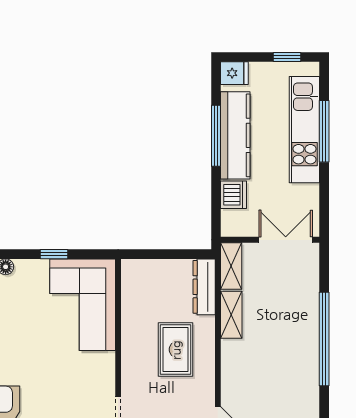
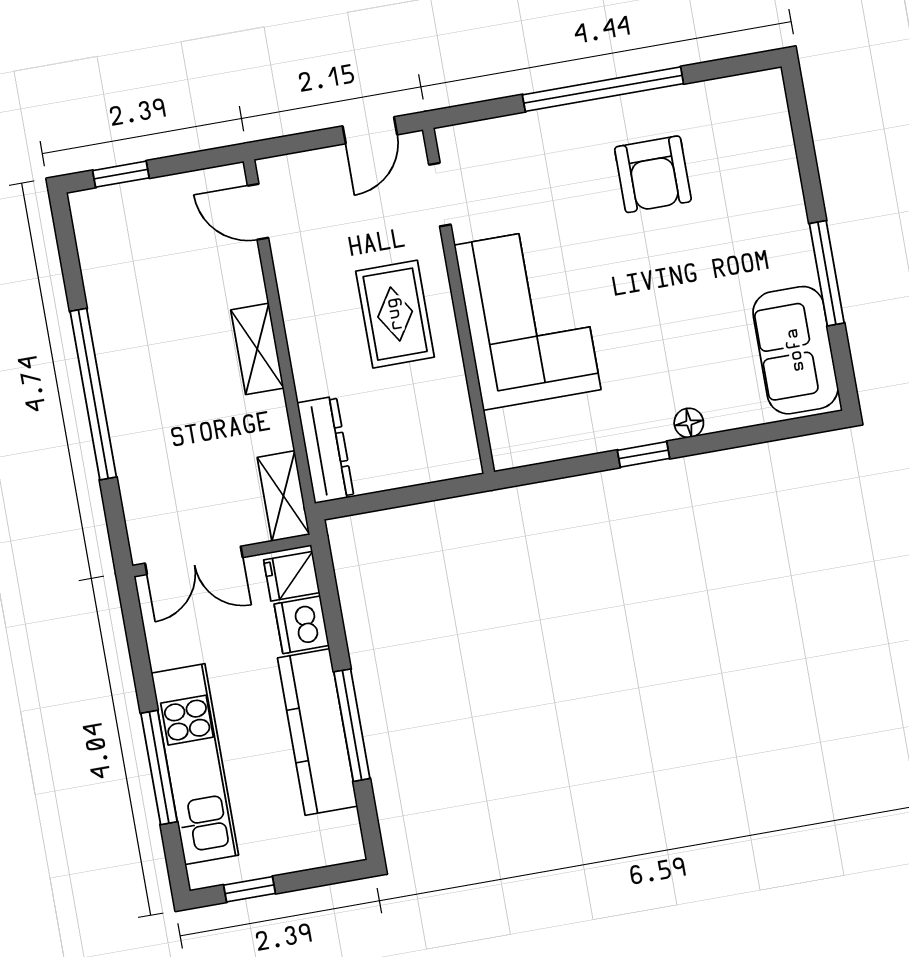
fridge: (234, 73) -> (292, 576), moved
window: (54, 254) -> (643, 454), moved
corner sofa: (83, 305) -> (527, 317), moved
shelving: (231, 315) -> (257, 349), moved
rug: (176, 350) -> (395, 314), moved

